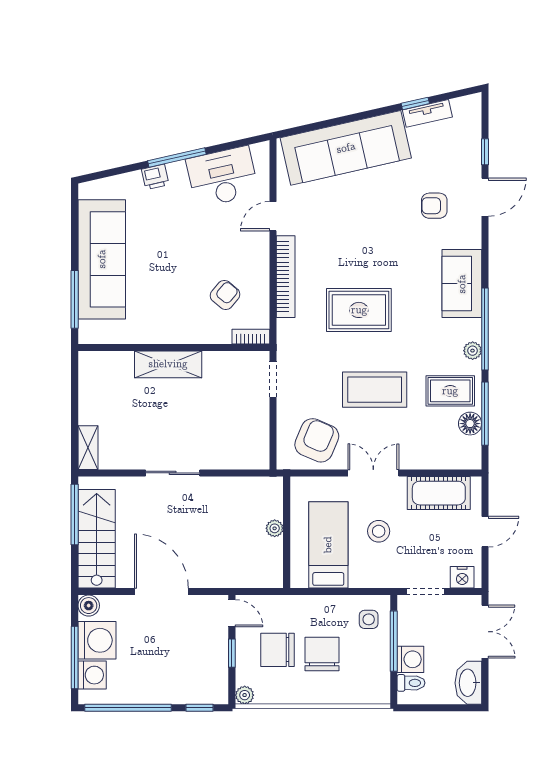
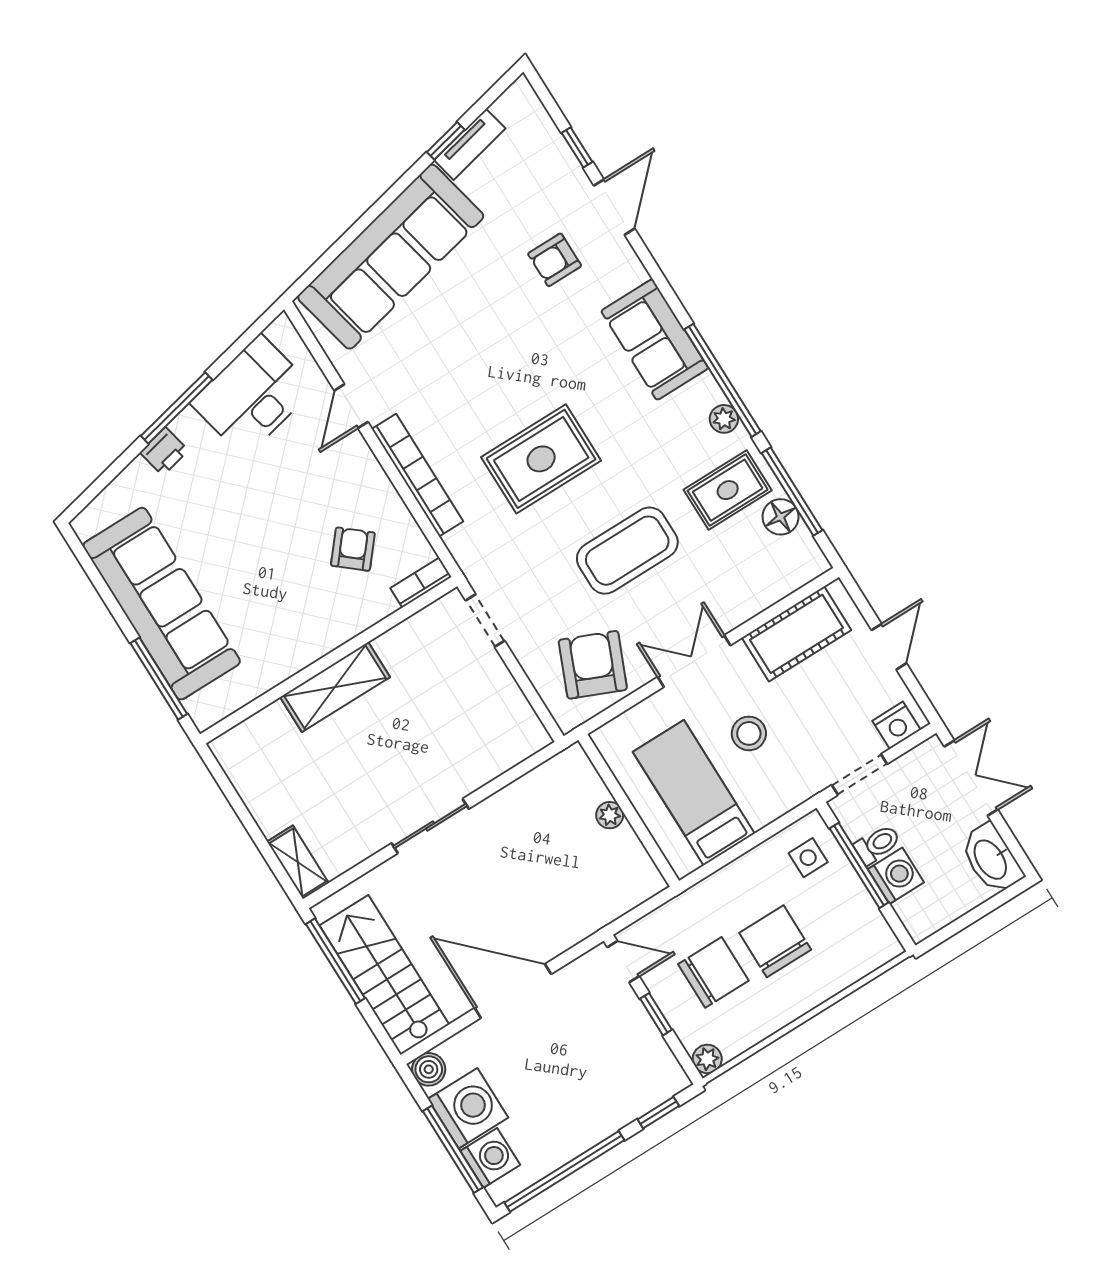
chair: (278, 650) -> (713, 972), turned 180
toilet: (411, 683) -> (877, 844), moved

